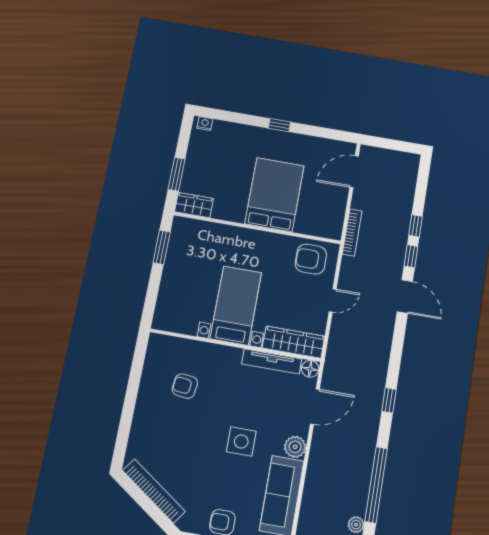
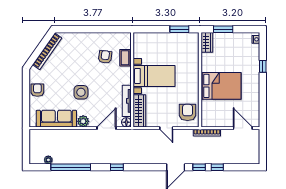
window: (279, 125) -> (263, 66), moved
coffee table: (193, 351) -> (125, 58), added
door: (315, 407) -> (106, 128), swing flipped

